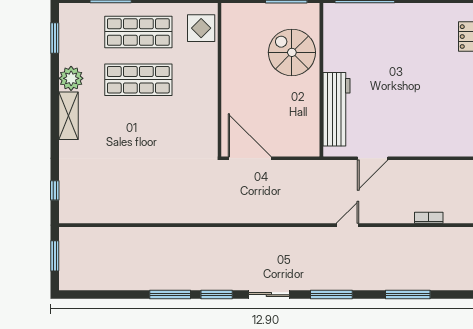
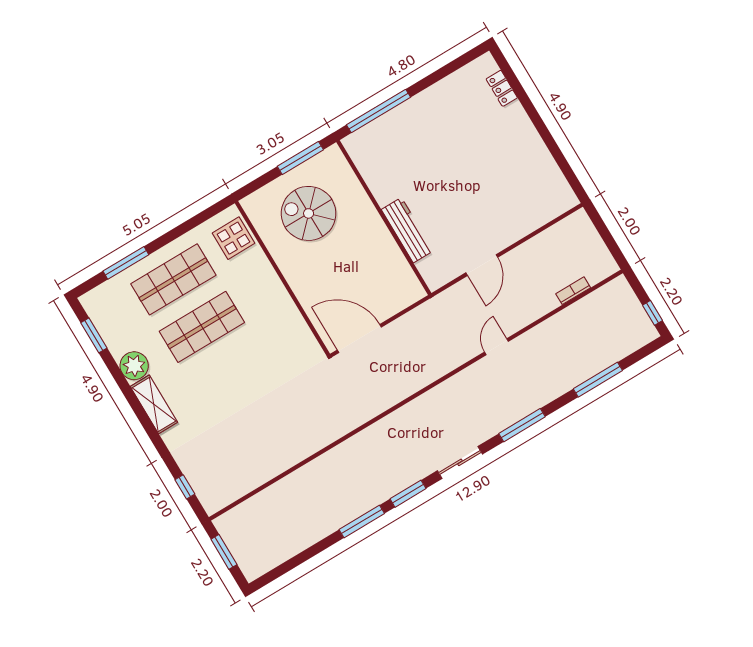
spiral stairs: (292, 52) -> (309, 213), moved
workbench: (336, 109) -> (407, 230), width x0.73, depth x0.76

